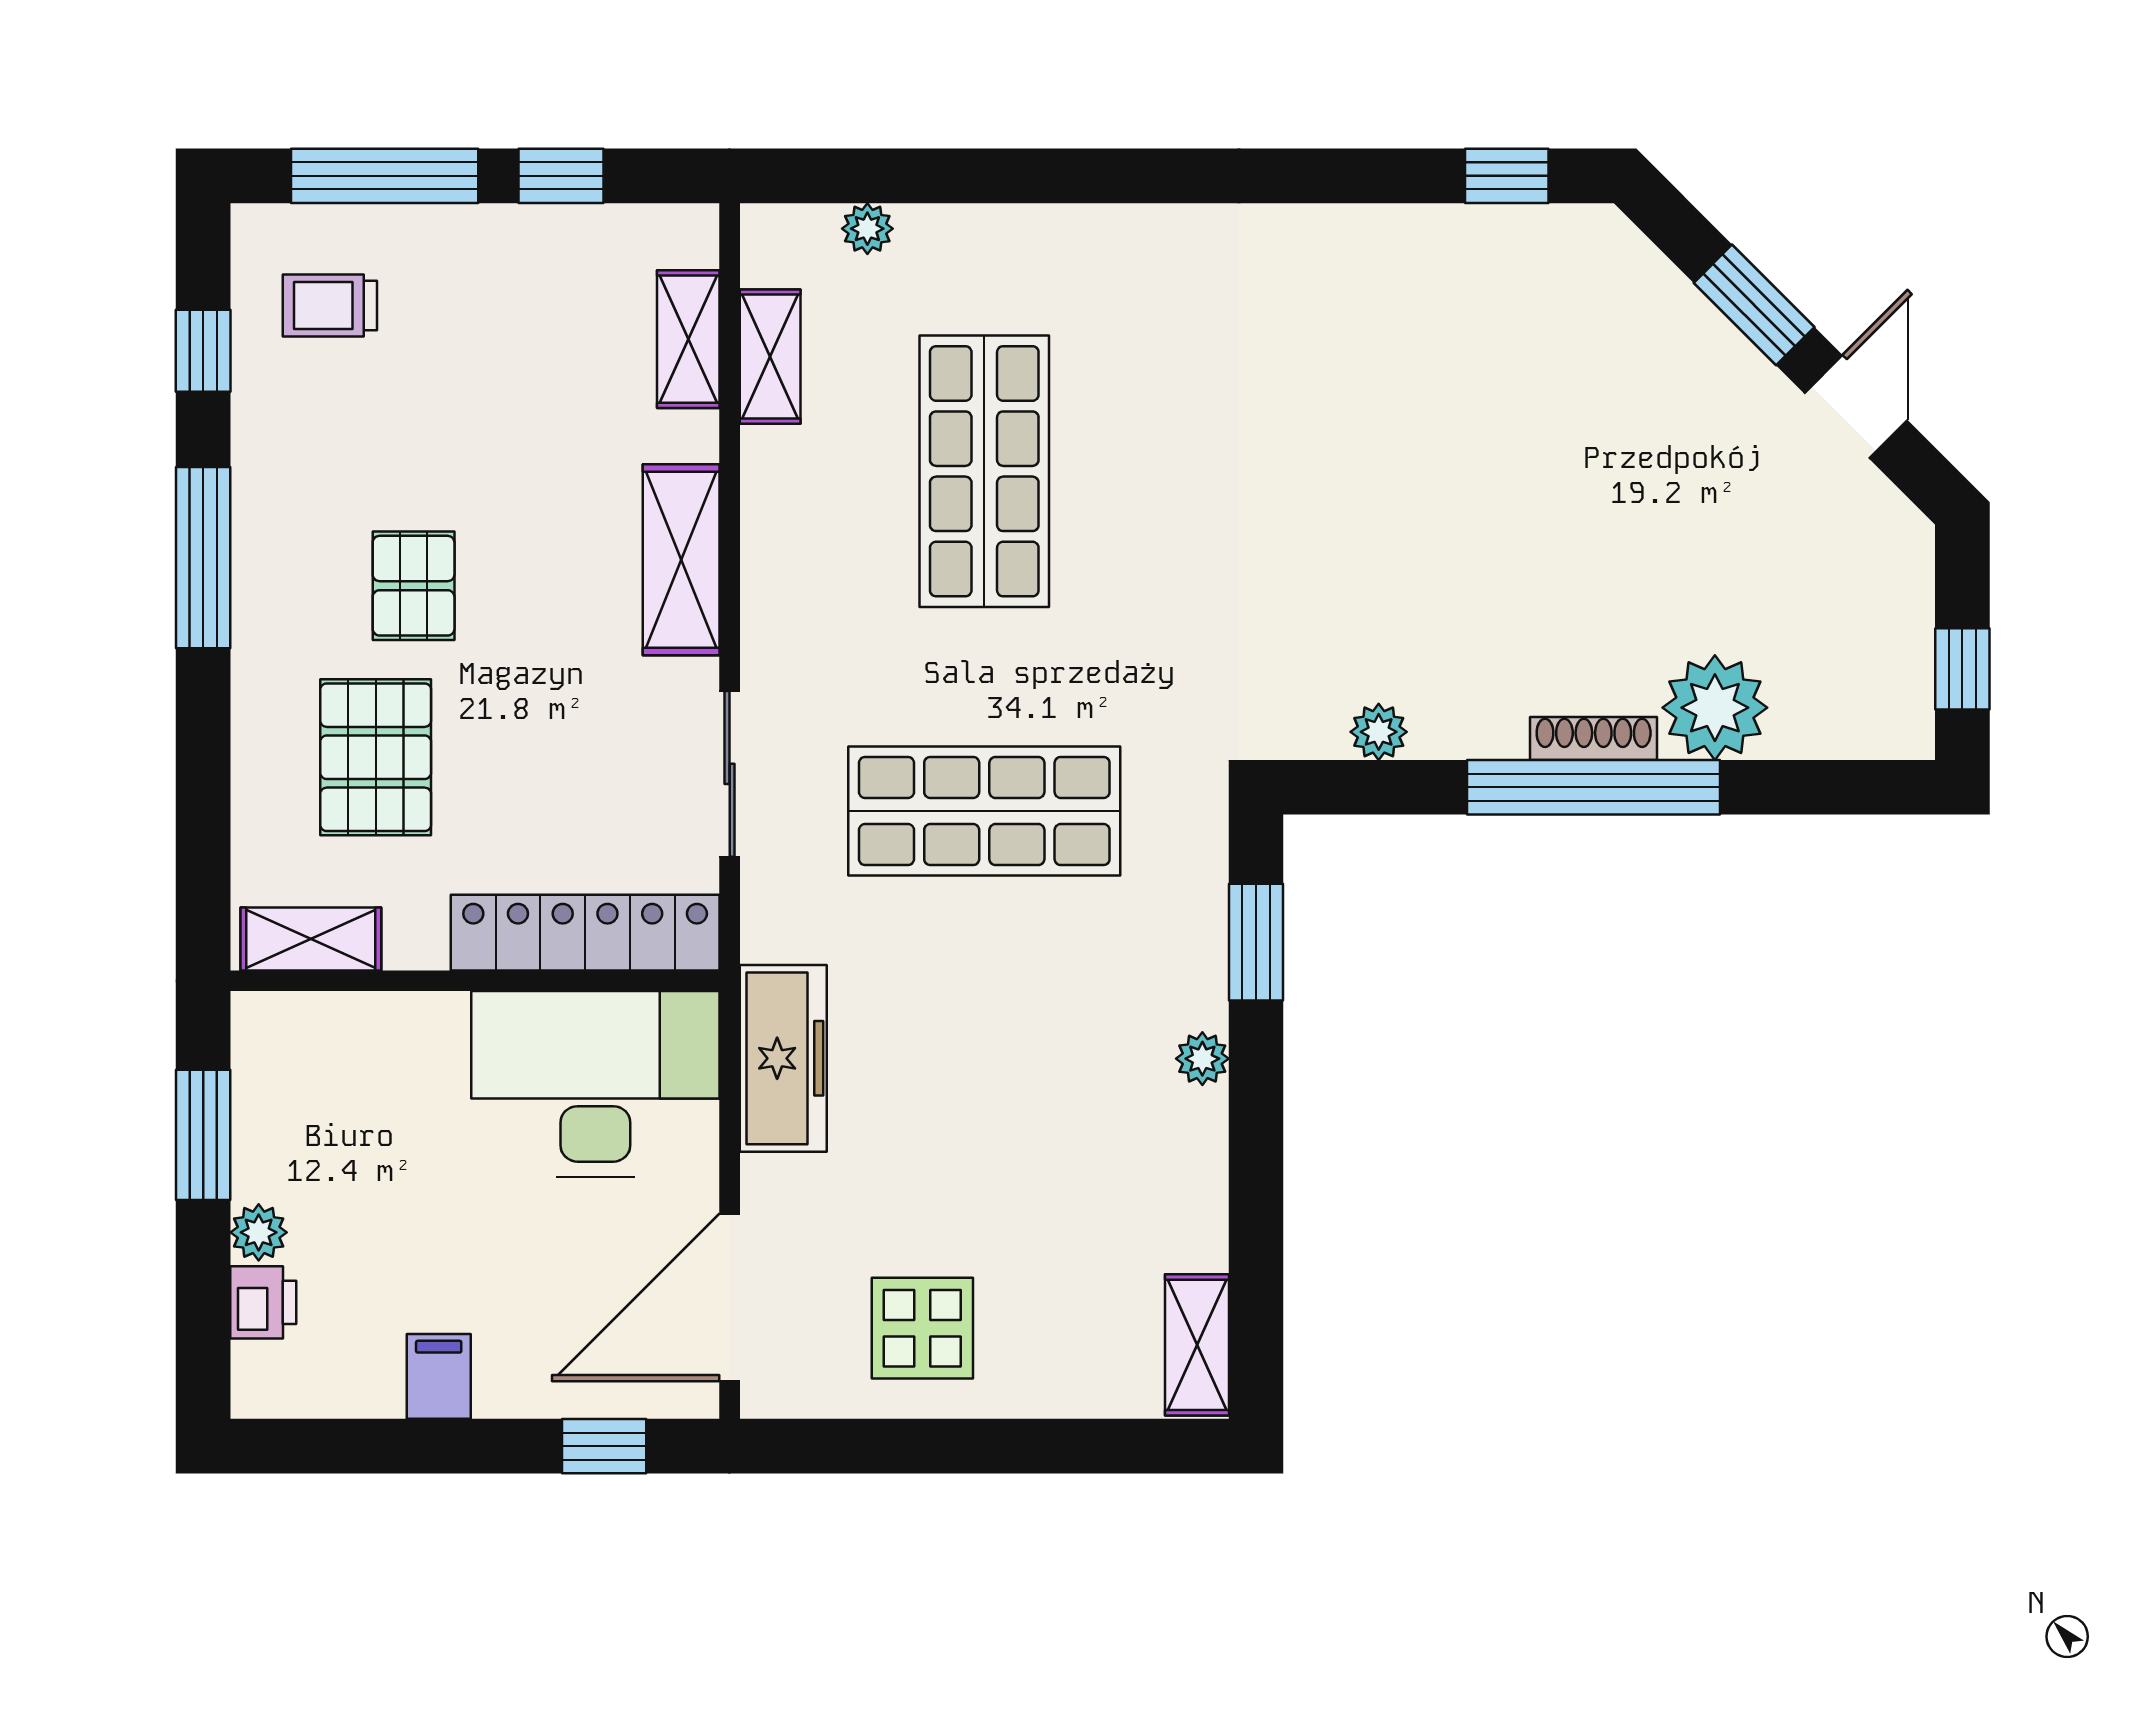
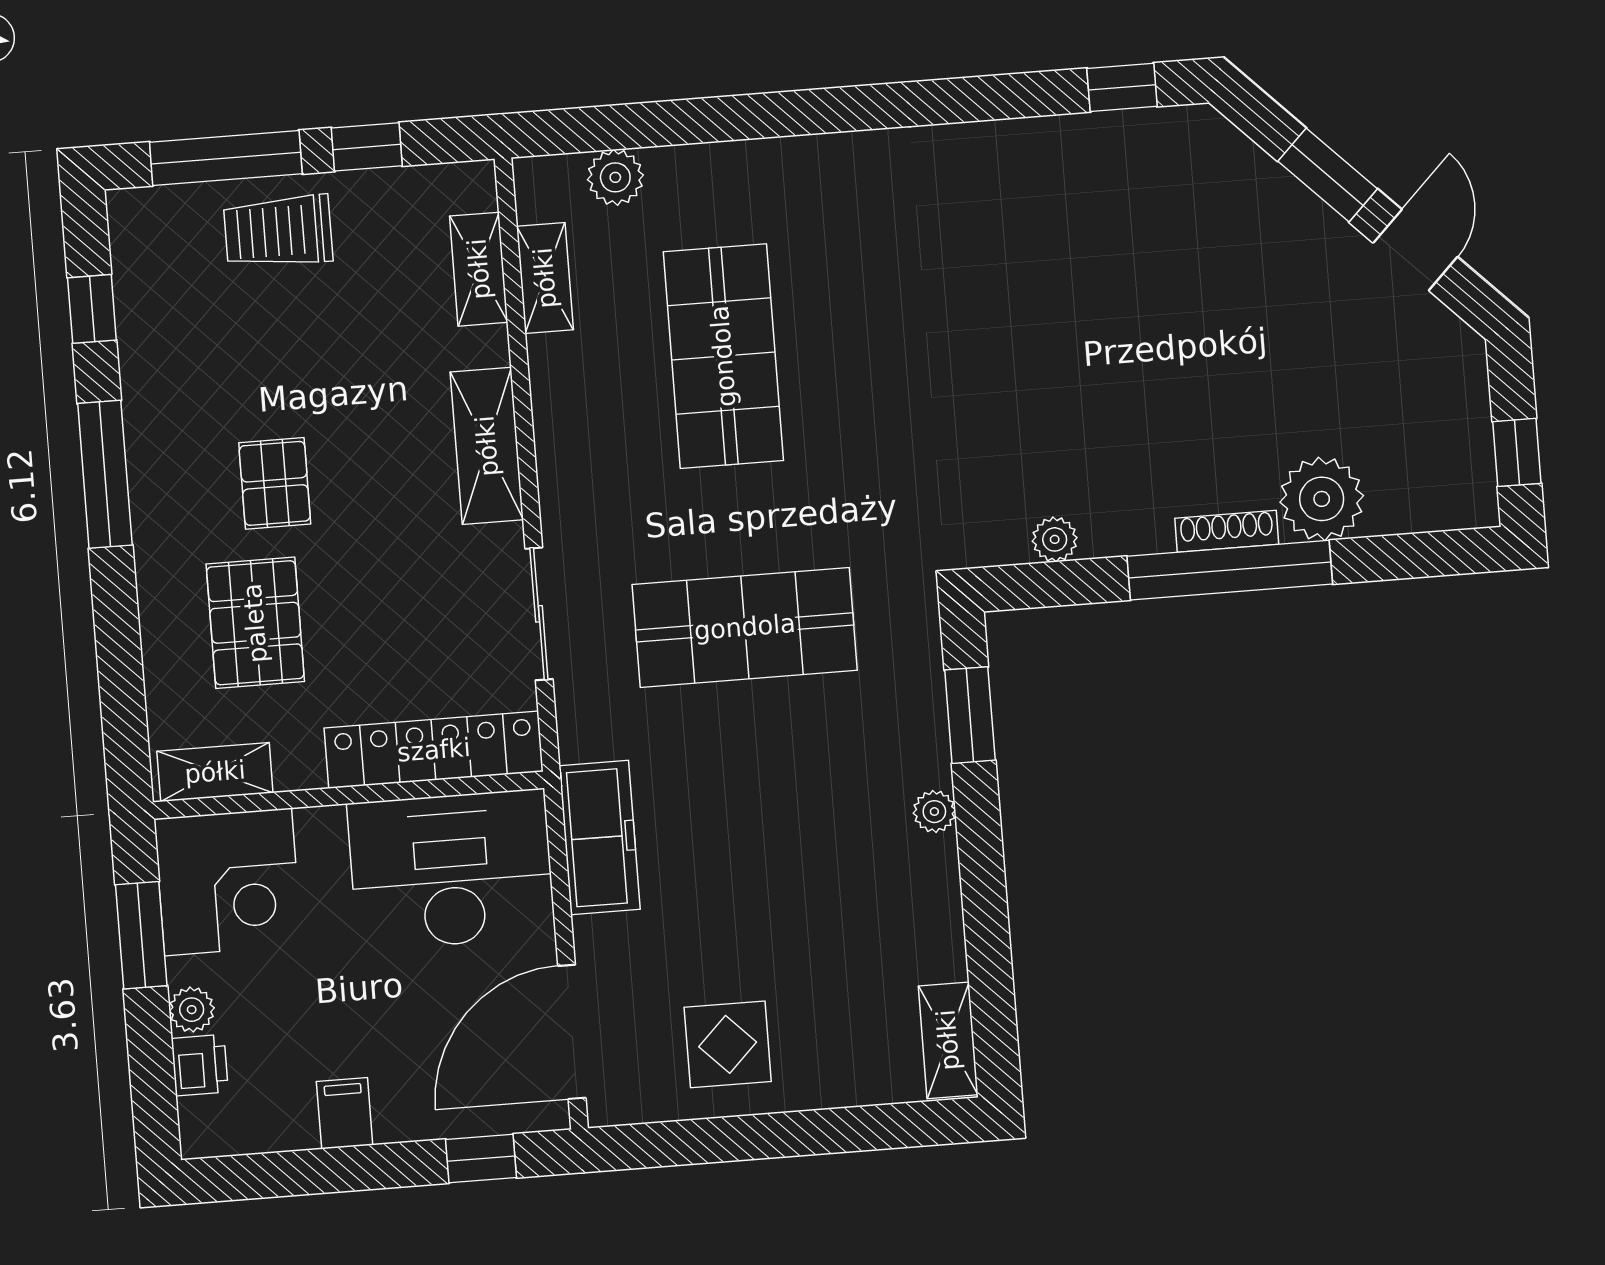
plant: (867, 229) -> (615, 177), width x1.38, depth x1.38
trolley: (330, 305) -> (278, 231), moved, width x1.36, depth x1.39
corner desk: (316, 1077) -> (228, 882), added

